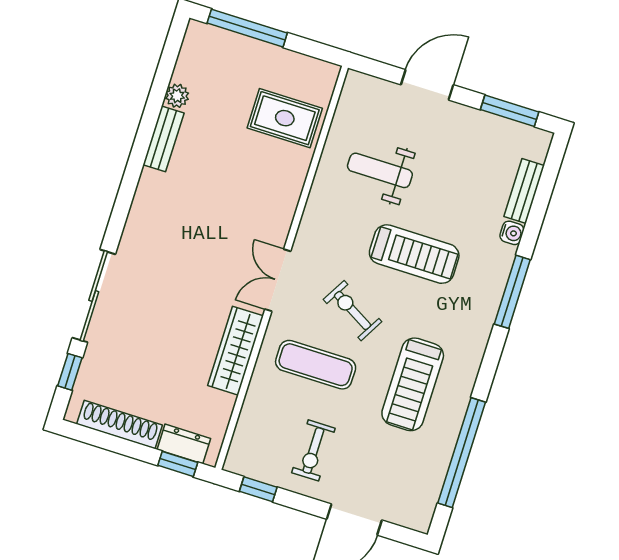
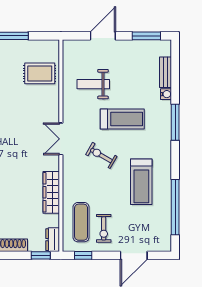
double door: (278, 280) -> (61, 139), moved
exercise mat: (316, 365) -> (81, 222), moved, turned 90
dresser: (184, 444) -> (53, 240), moved, turned -90

